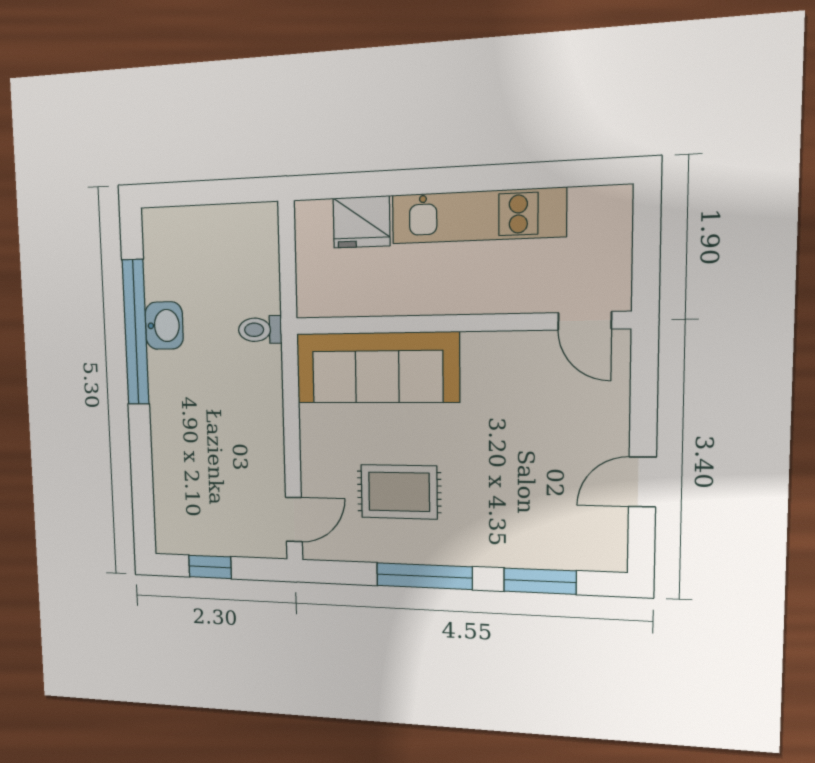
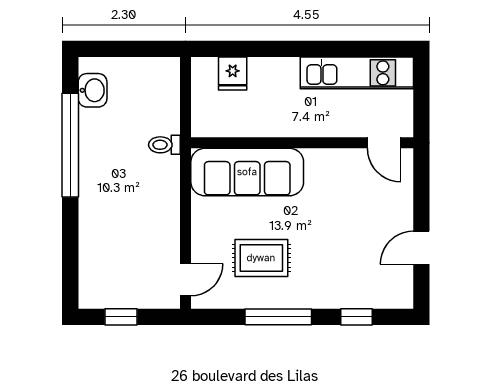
kitchen unit: (478, 216) -> (357, 73), moved
fridge: (361, 222) -> (233, 74), width x0.72
washbasin: (164, 326) -> (93, 90), moved
window: (540, 581) -> (357, 317), width x0.67

